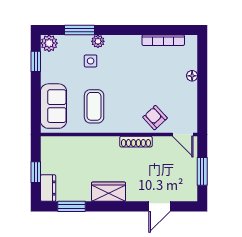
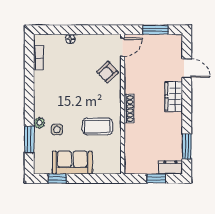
bookcase: (163, 40) -> (38, 58), width x0.64
plant: (49, 43) -> (41, 166), removed
sofa: (54, 106) -> (72, 163), moved
shoe rack: (136, 142) -> (129, 109), moved
wardrobe: (109, 192) -> (174, 96), moved

